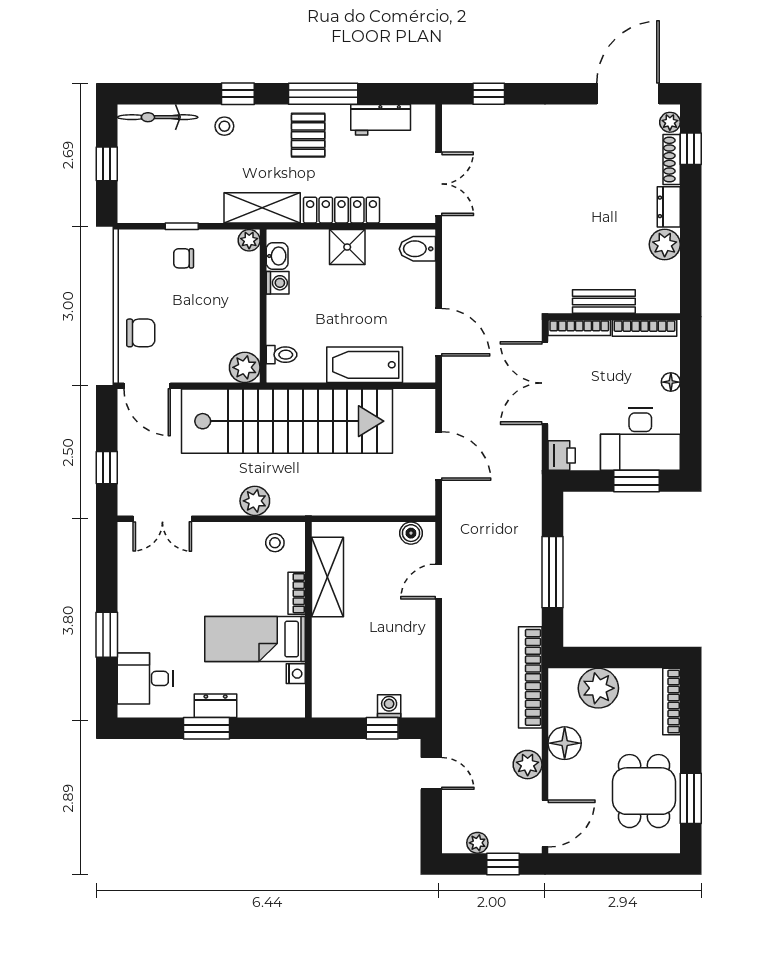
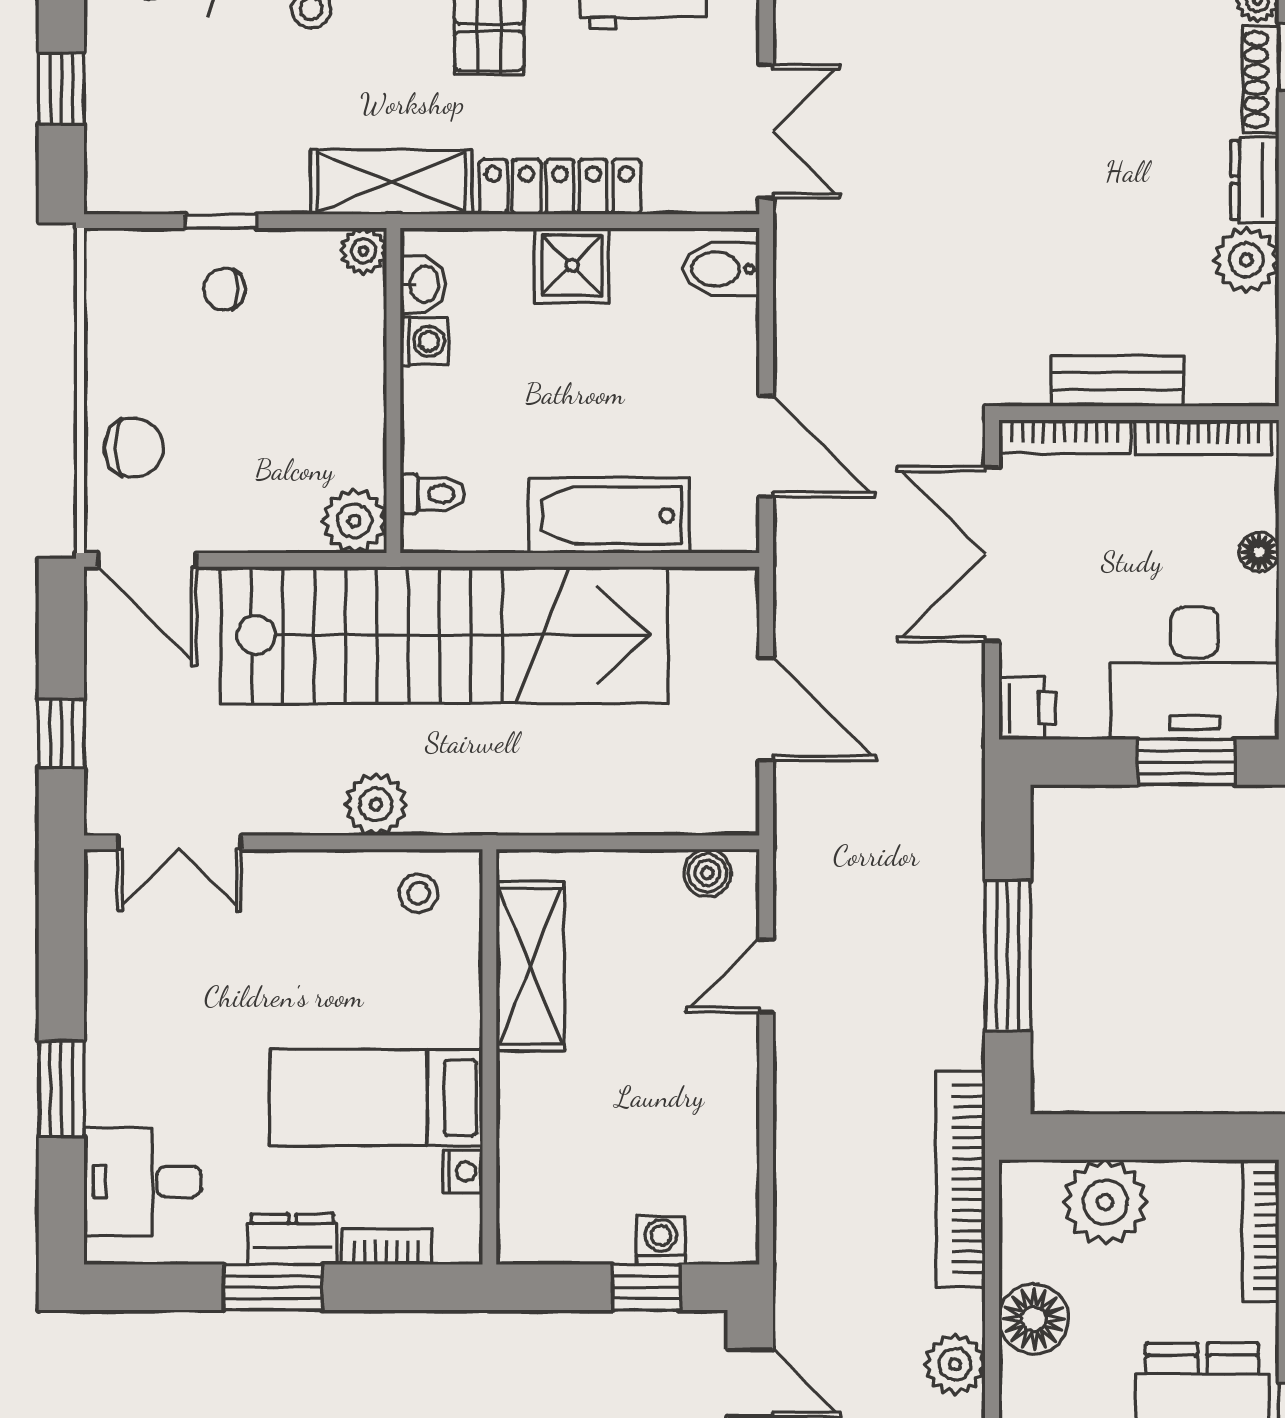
bookcase: (297, 593) -> (387, 1247), moved, turned 90

